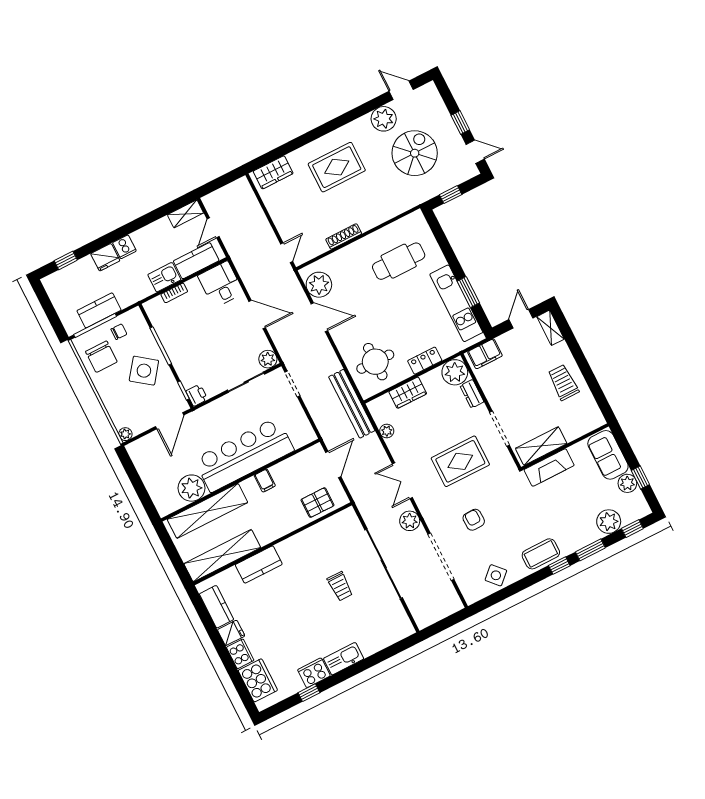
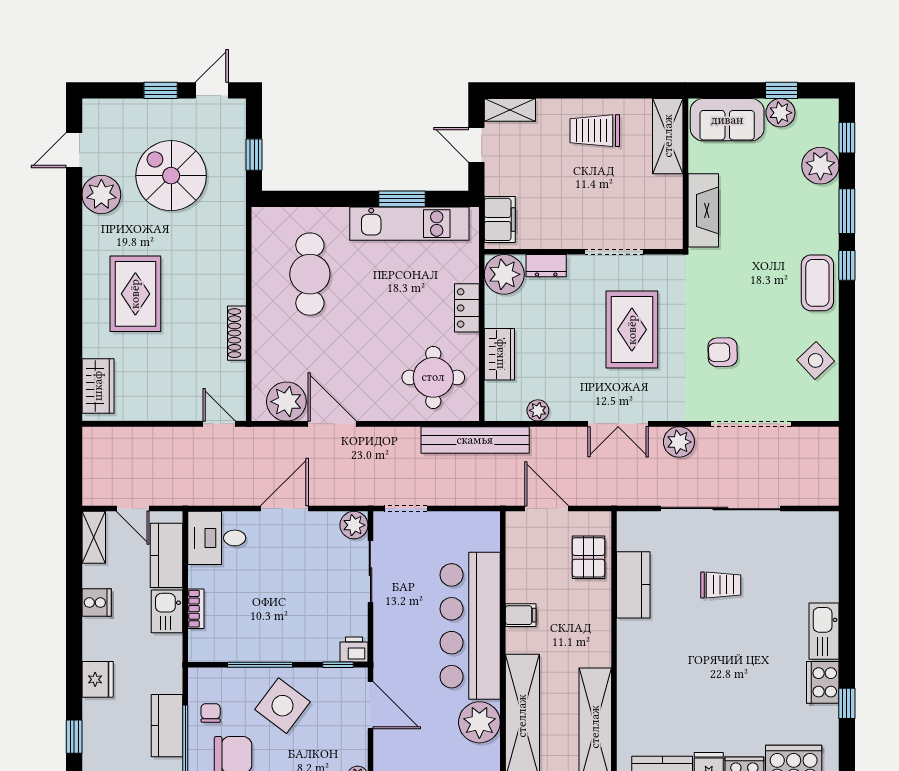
cooker: (124, 247) -> (97, 603), moved
door: (319, 317) -> (332, 424), hinge flipped
shelving: (541, 446) -> (668, 136), moved
kitchen counter: (259, 565) -> (633, 585), moved

